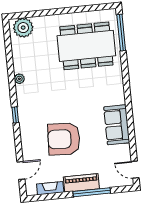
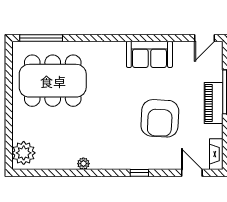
dining table: (86, 46) -> (53, 81), turned 90
window: (15, 115) -> (139, 173), moved
fireplace: (50, 188) -> (216, 154), moved

